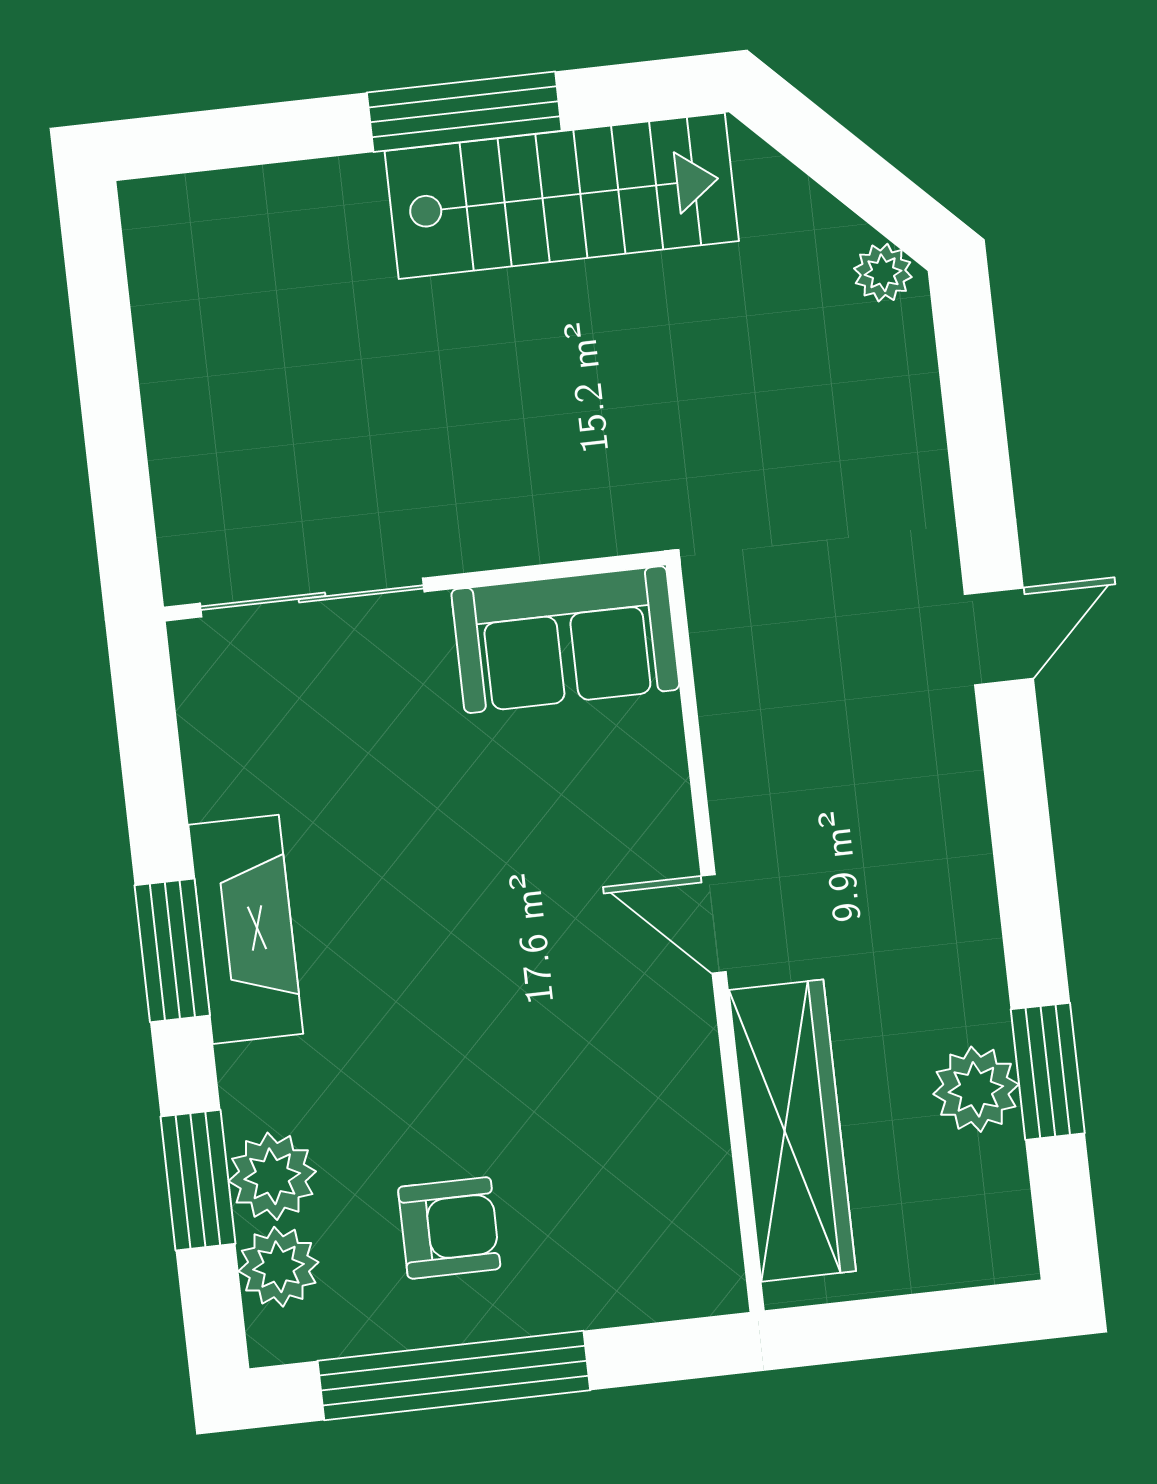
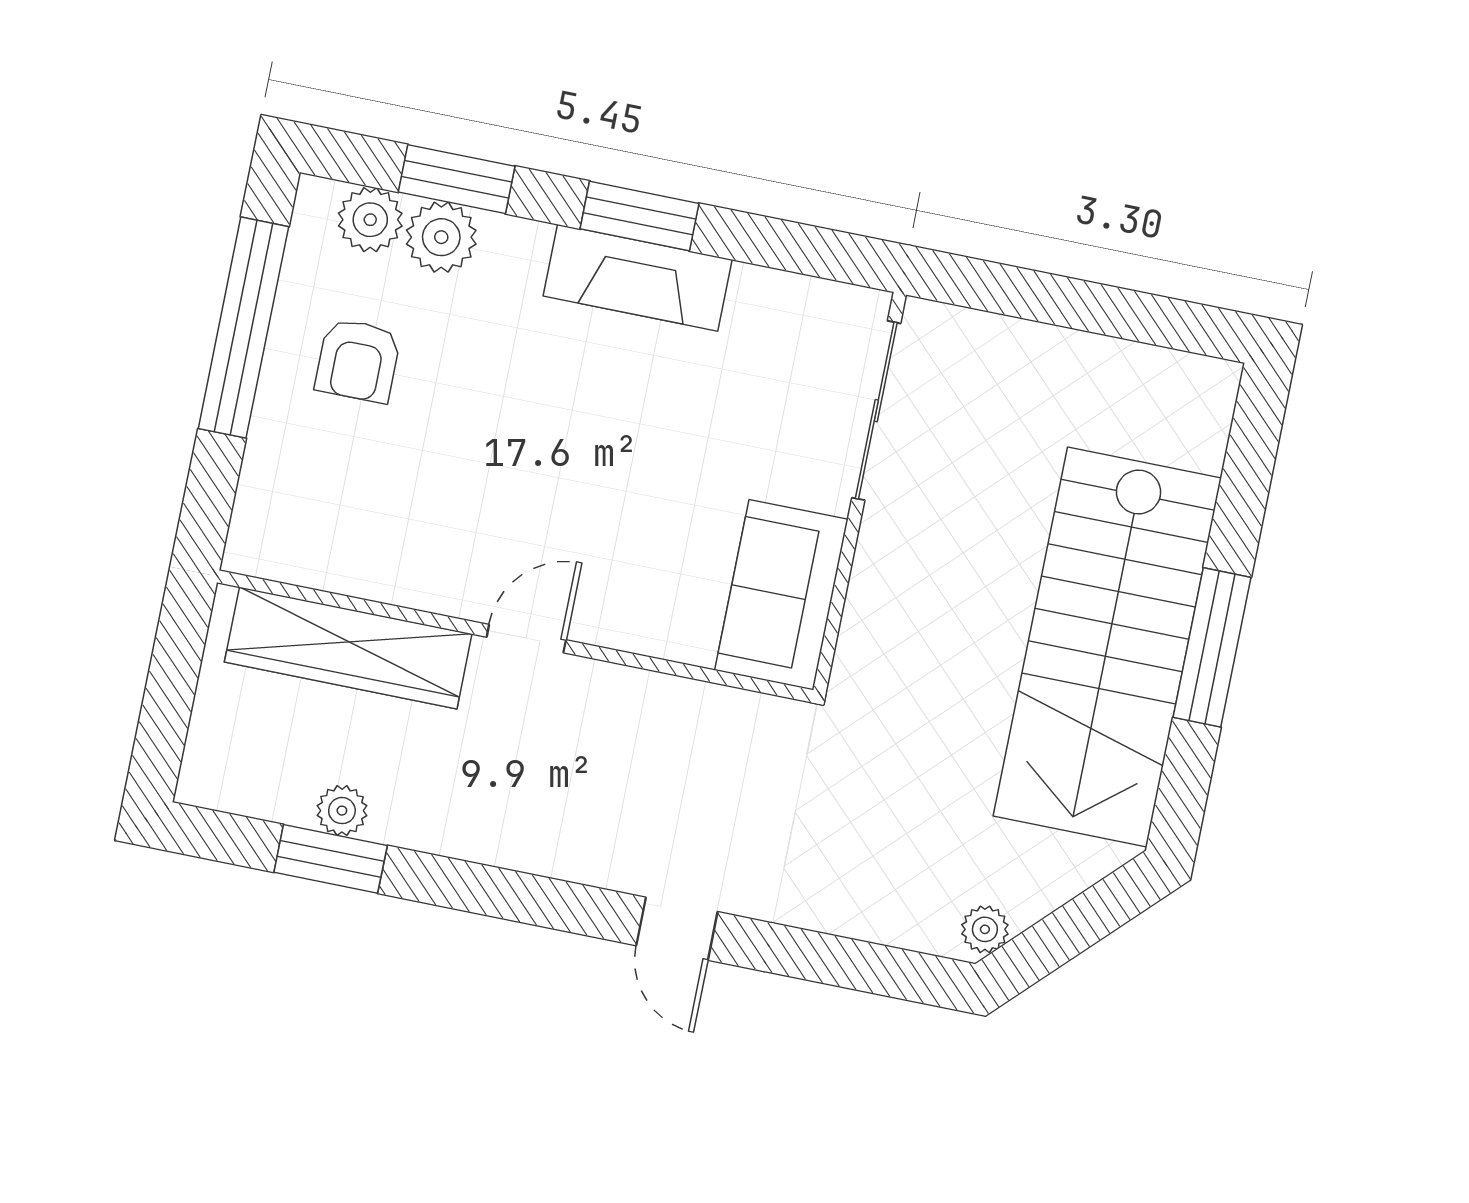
stairs: (562, 196) -> (1107, 647), width x1.36, depth x1.51
plant: (976, 1089) -> (342, 811), width x0.73, depth x0.73

